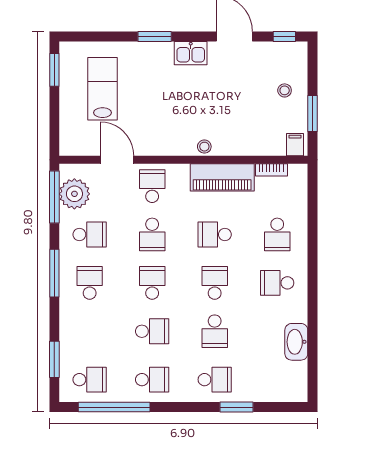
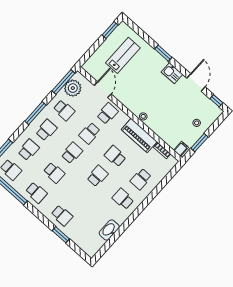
school desk: (215, 331) -> (29, 150), moved, turned 180

